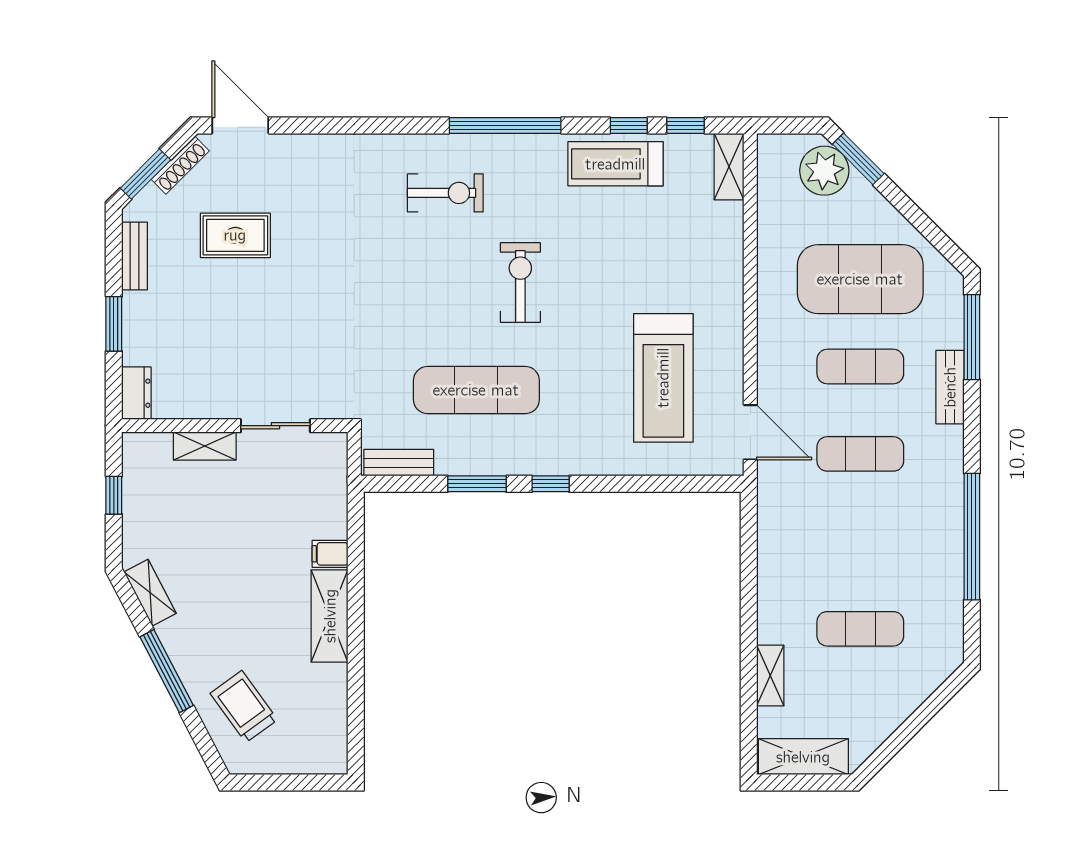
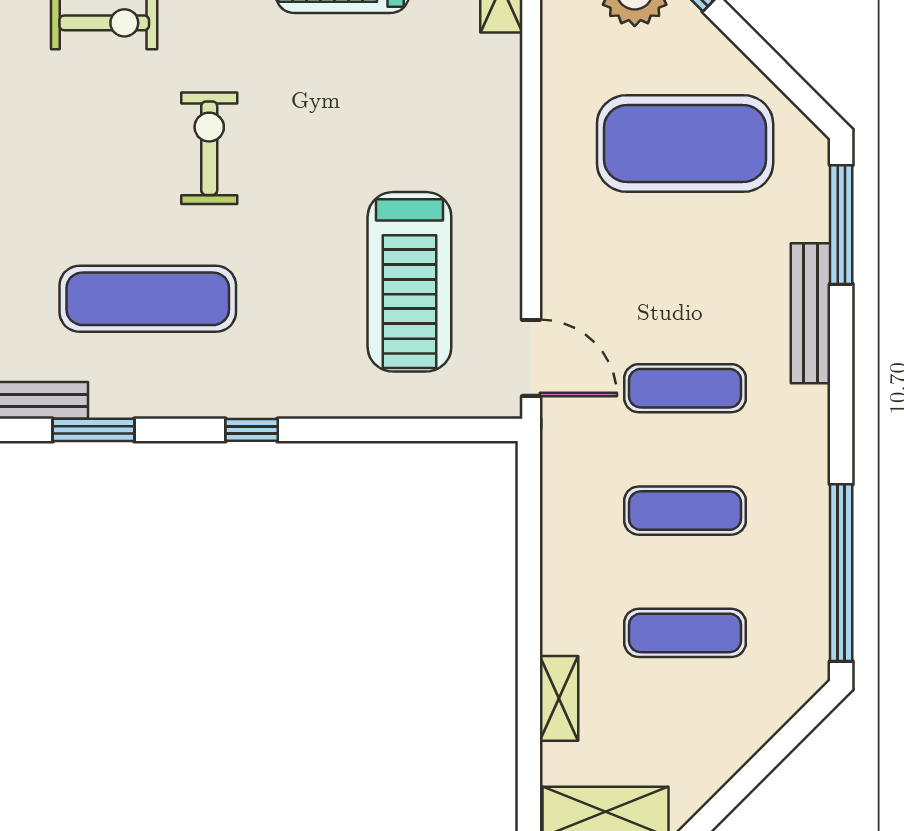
exercise mat: (860, 367) -> (685, 511), moved
bench: (950, 387) -> (811, 313), width x1.36
window: (477, 484) -> (94, 430), moved
window: (972, 537) -> (841, 573), moved

